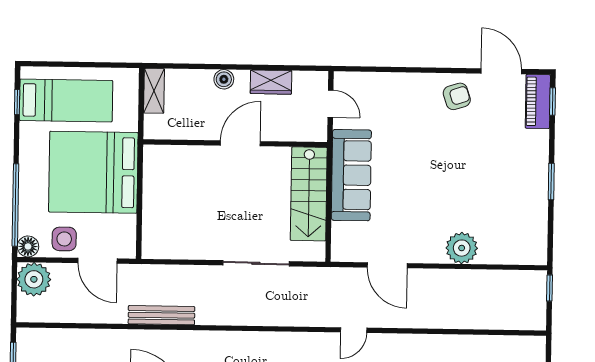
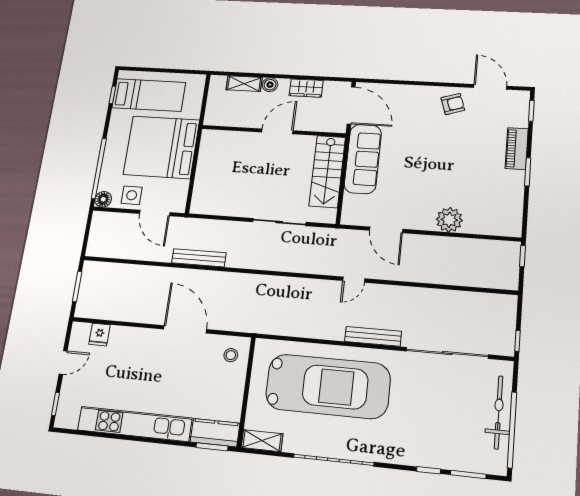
shelving: (154, 91) -> (244, 84), moved, turned 90
piano: (538, 101) -> (517, 149), moved
door: (330, 104) -> (351, 105), width x1.87
plant: (34, 279) -> (104, 224), removed

